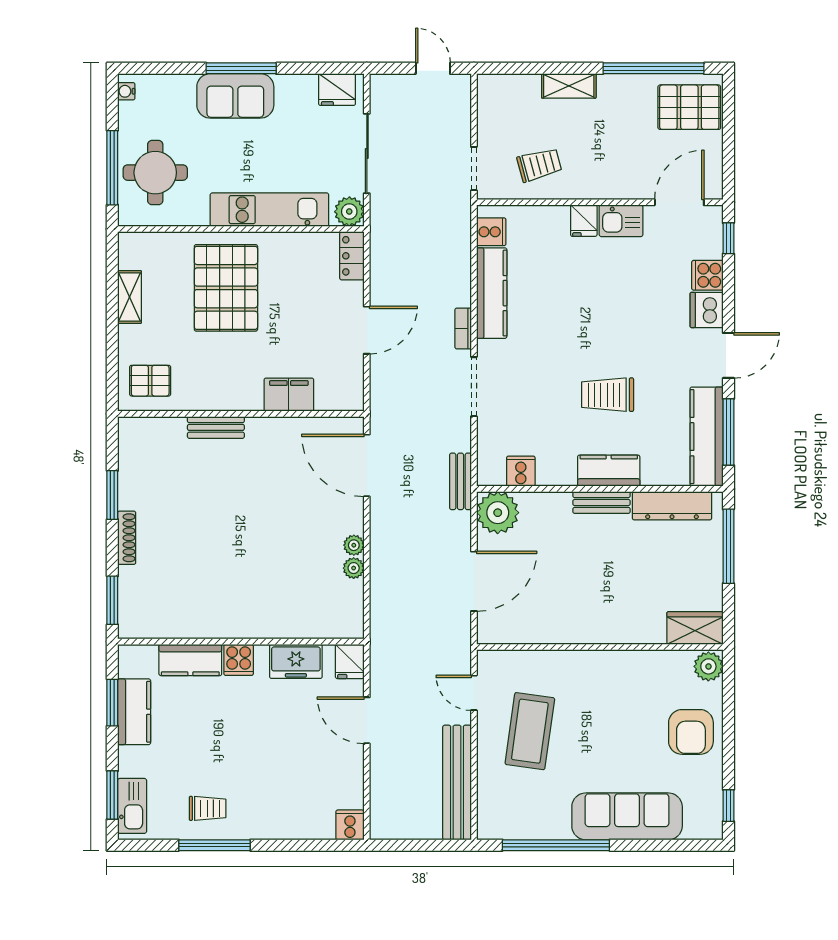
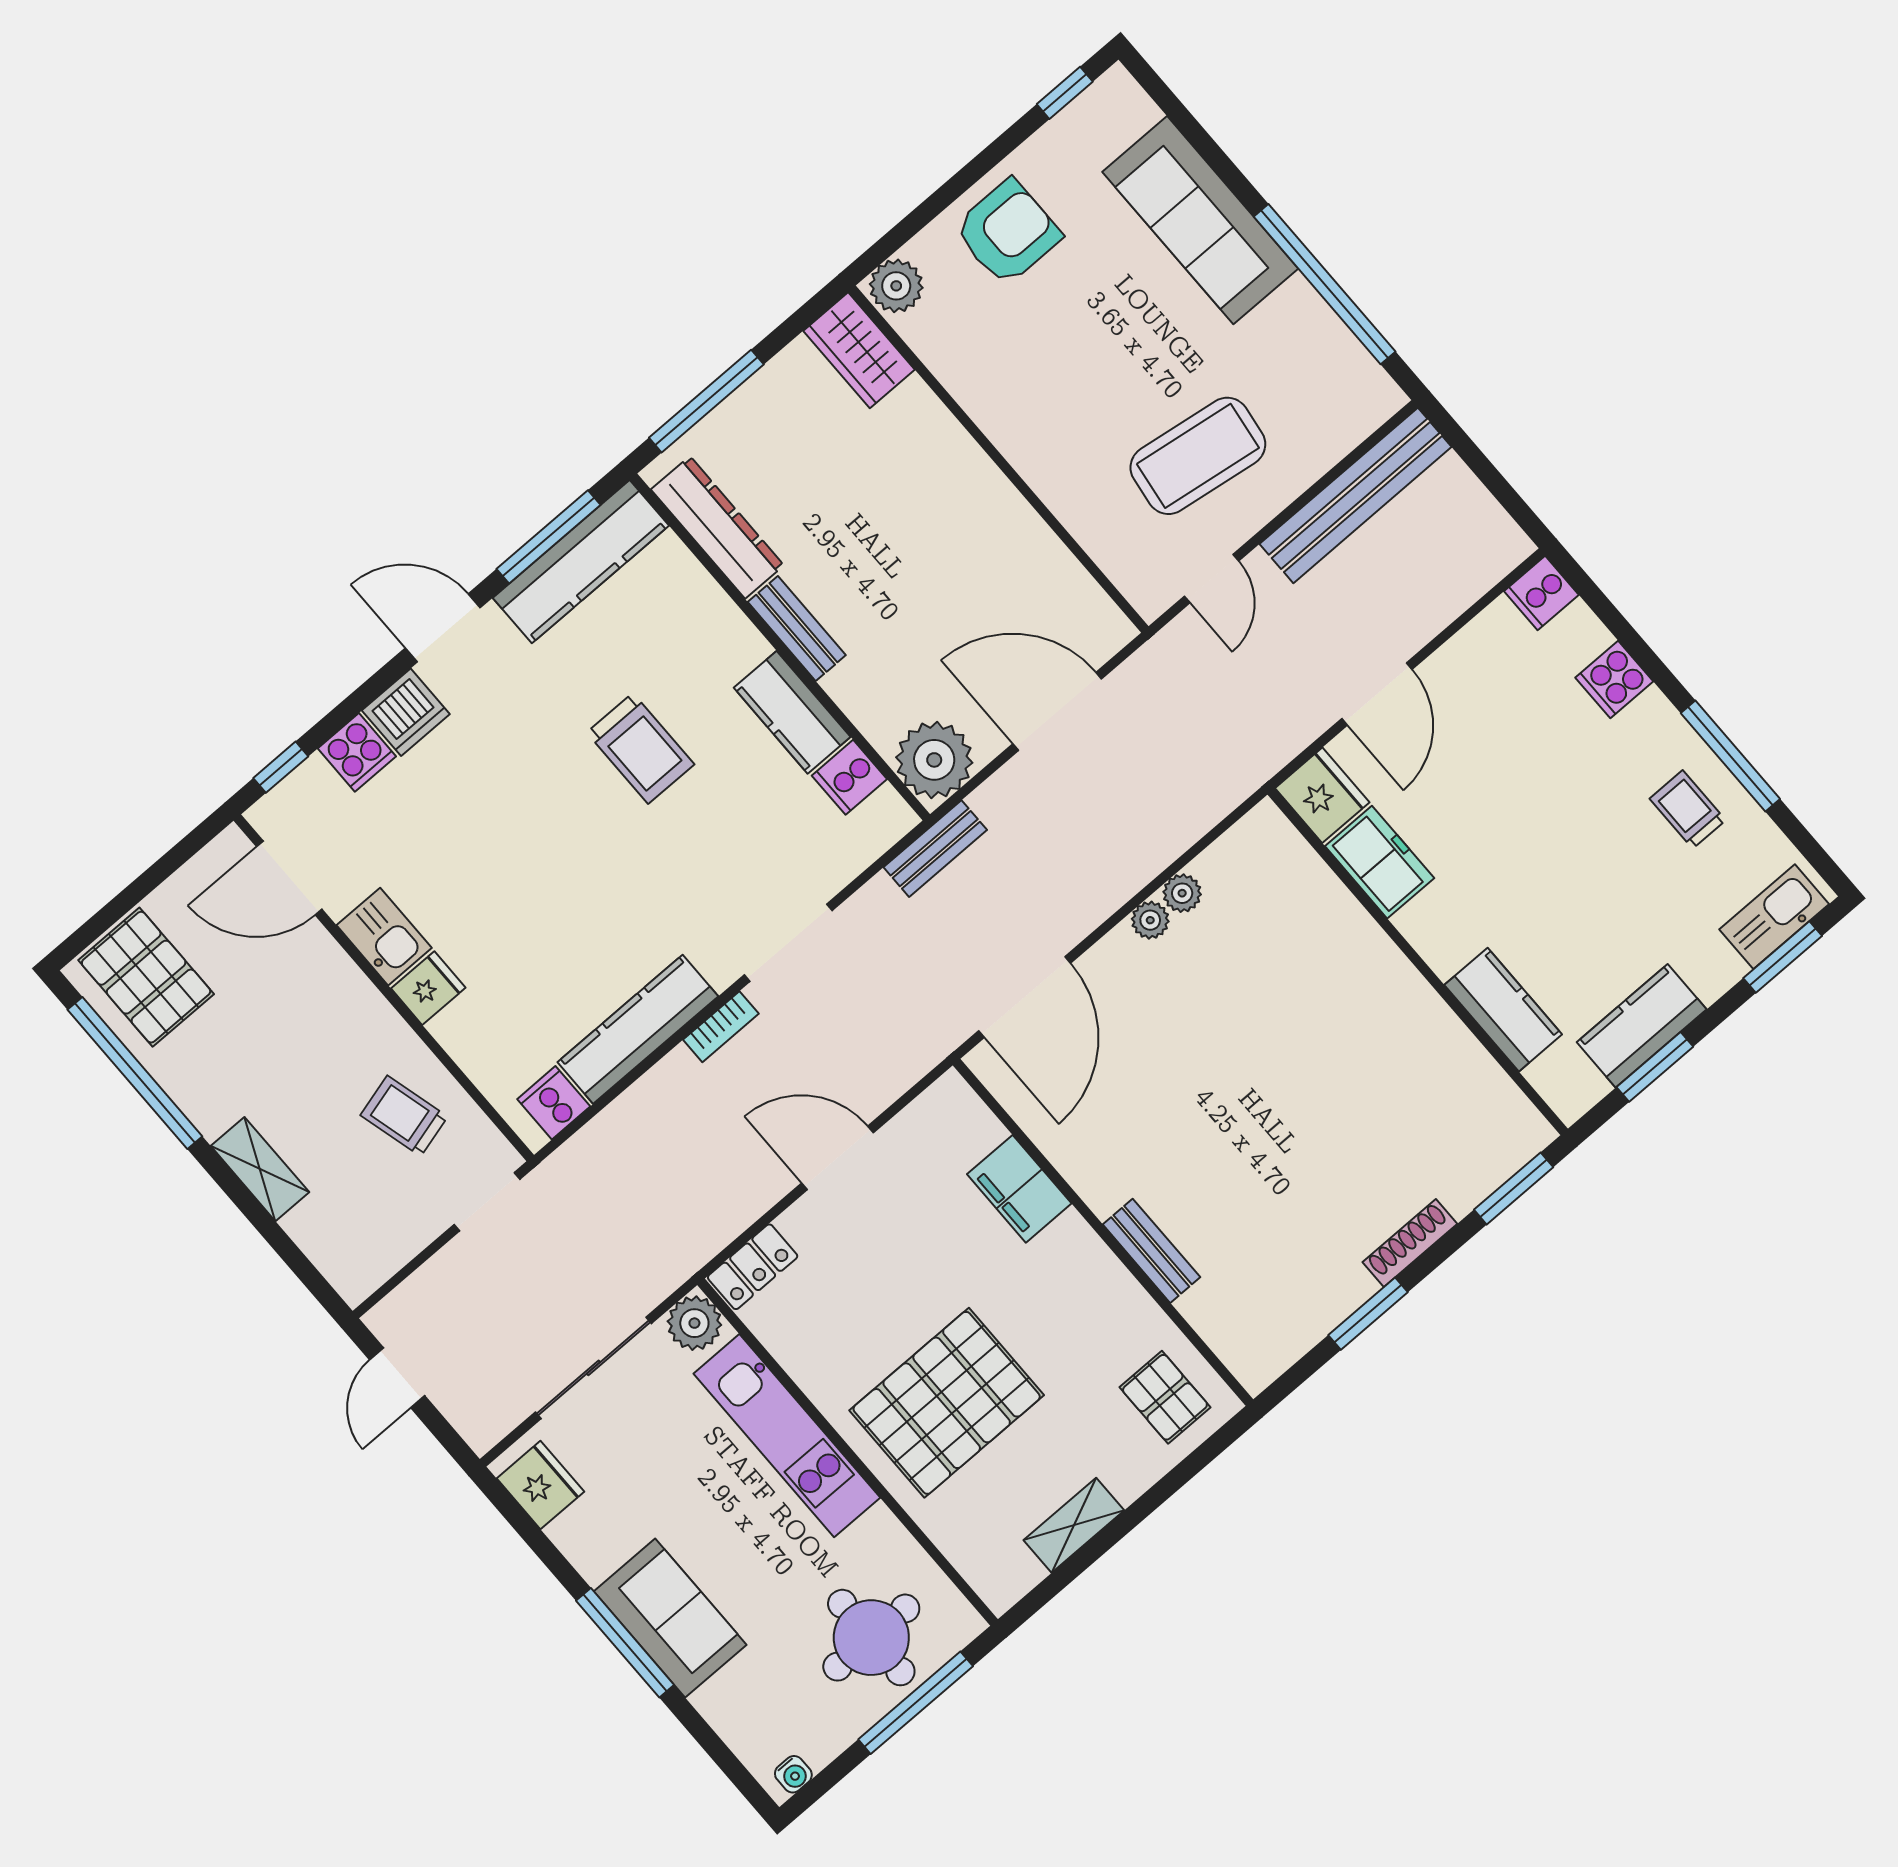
kitchen counter: (609, 471) -> (792, 712), moved
cooker: (239, 660) -> (1614, 679), moved, turned 180
fridge: (350, 661) -> (1322, 795), width x1.38

